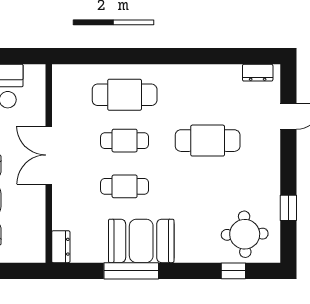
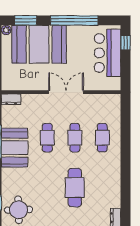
cafe table: (125, 95) -> (102, 138), width x0.73, depth x0.74

